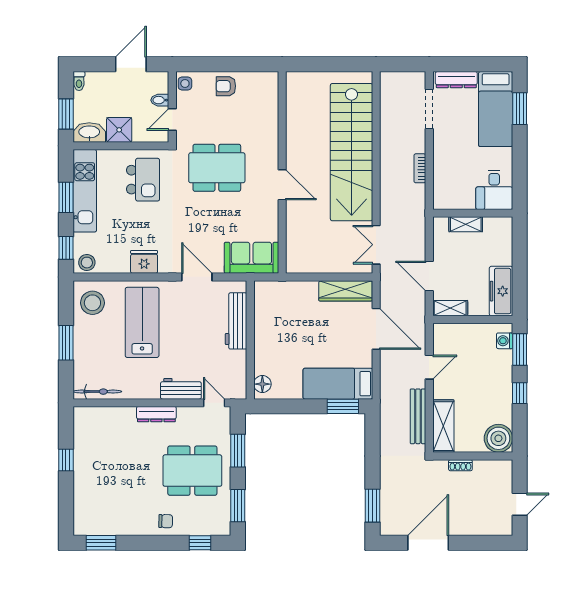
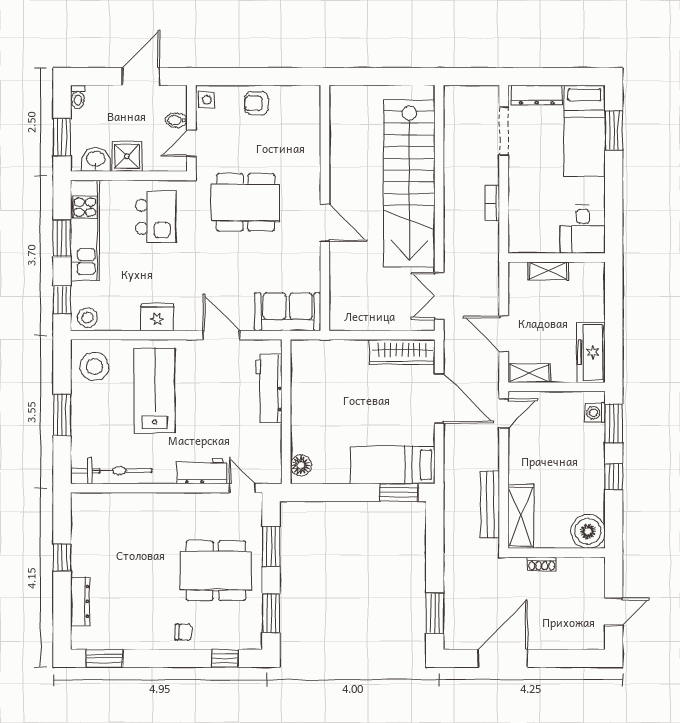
washbasin: (89, 132) -> (96, 159), width x0.72
door: (429, 367) -> (504, 413), moved
bicycle: (97, 392) -> (111, 471), width x1.37, depth x1.40
dresser: (156, 414) -> (80, 601), moved, turned -90

